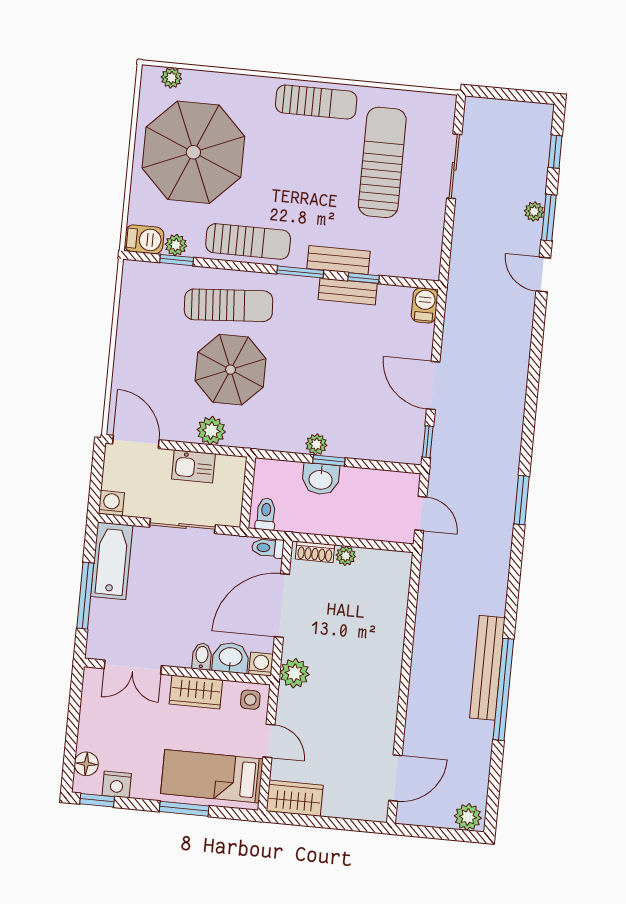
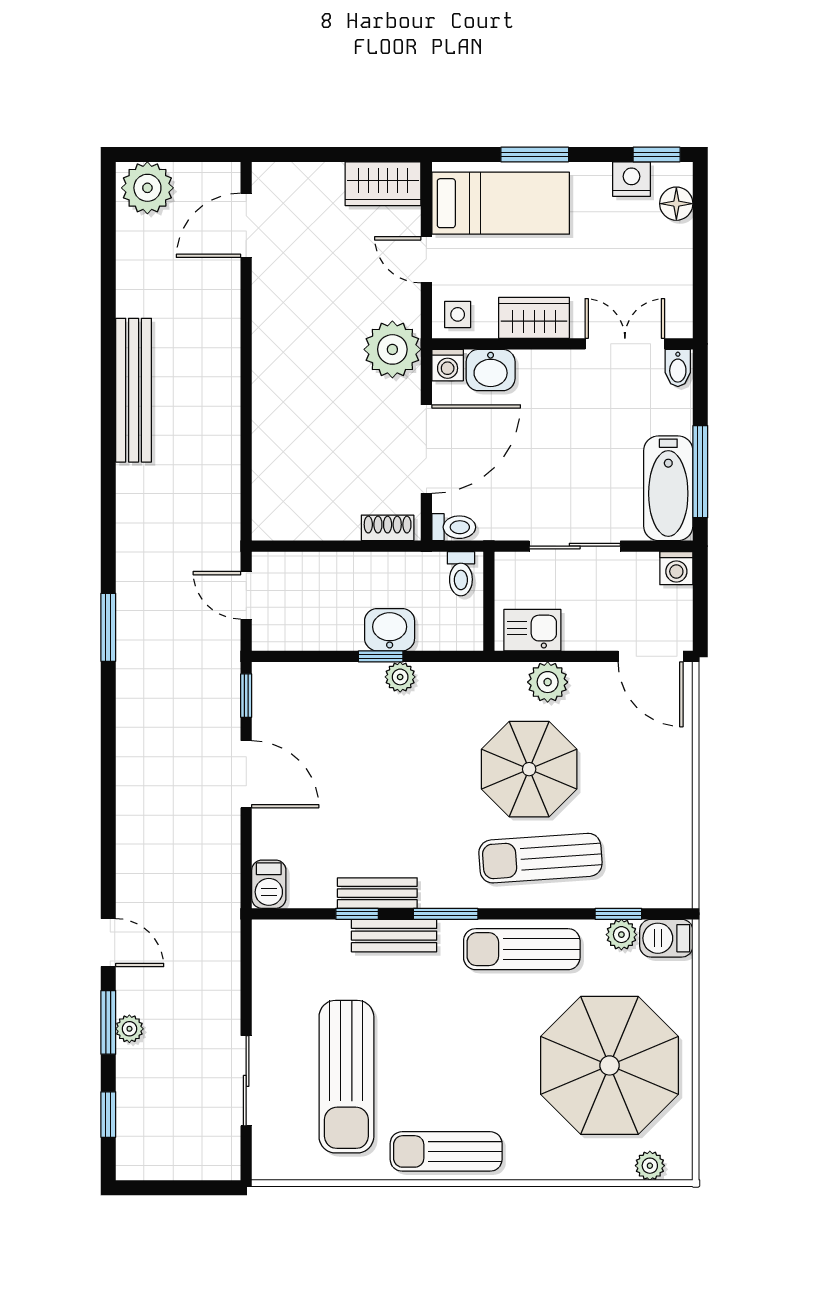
kitchen sink: (193, 466) -> (532, 630), moved
plant: (346, 556) -> (344, 527), removed
window: (85, 596) -> (700, 472), moved
bidet: (202, 656) -> (678, 368), moved
plant: (294, 673) -> (392, 349), width x1.36, depth x1.36
window: (503, 689) -> (108, 362), removed
plant: (468, 817) -> (147, 188), width x1.36, depth x1.36

